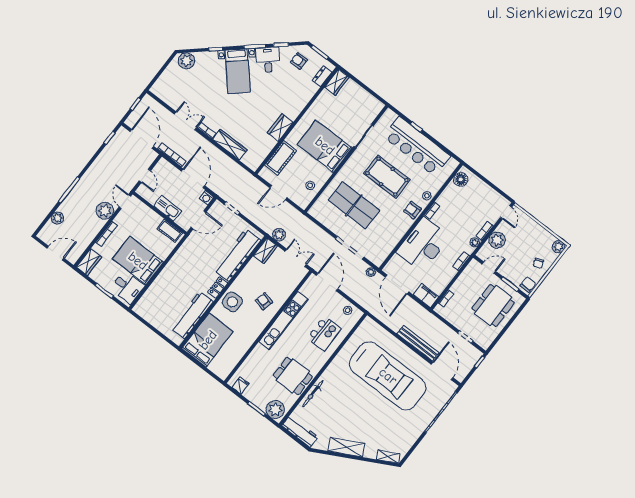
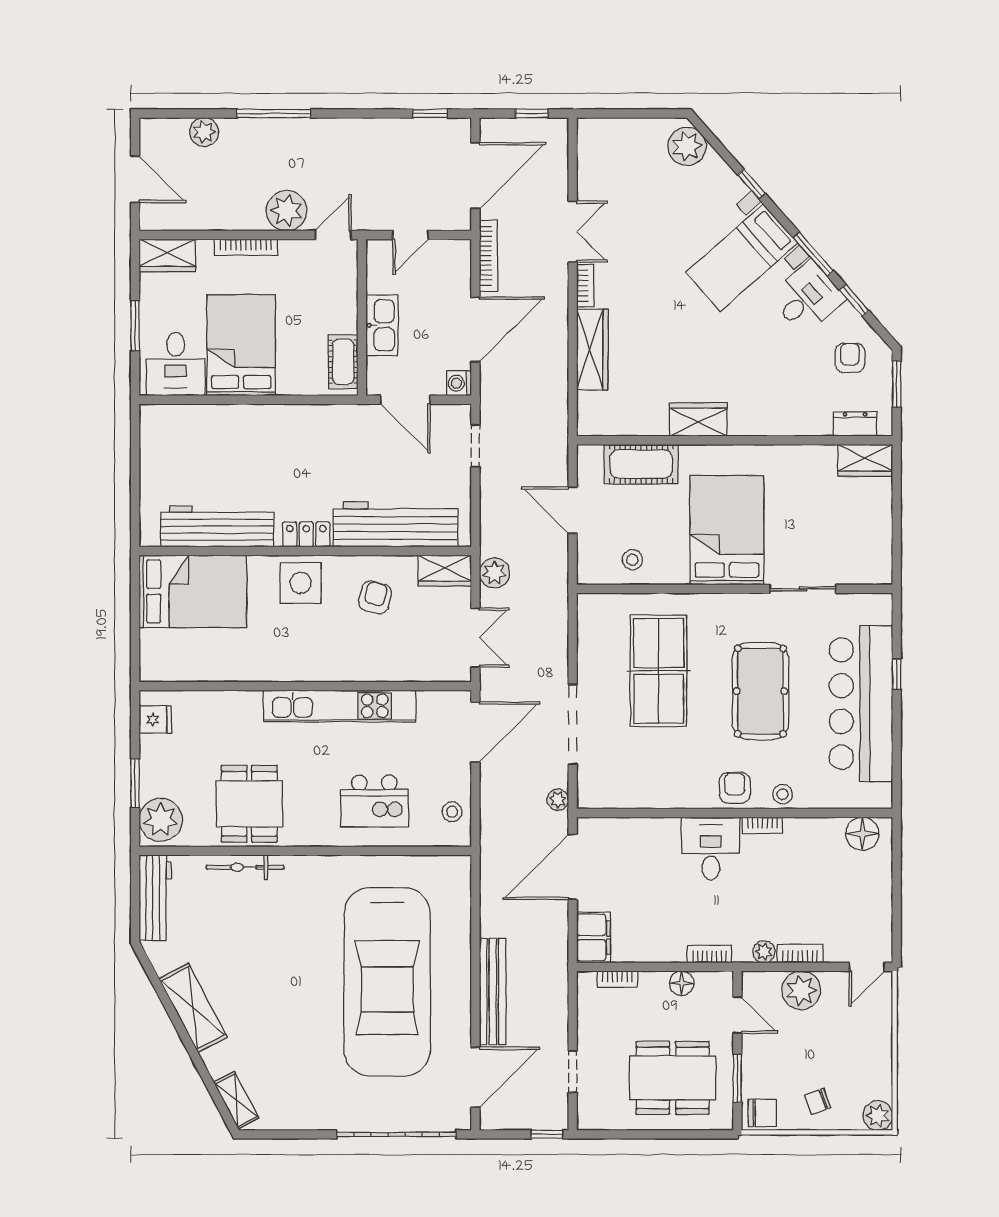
desk: (423, 245) -> (711, 848), width x0.53, depth x0.77
floor lamp: (464, 278) -> (682, 983), added
armchair: (264, 301) -> (375, 597), moved

